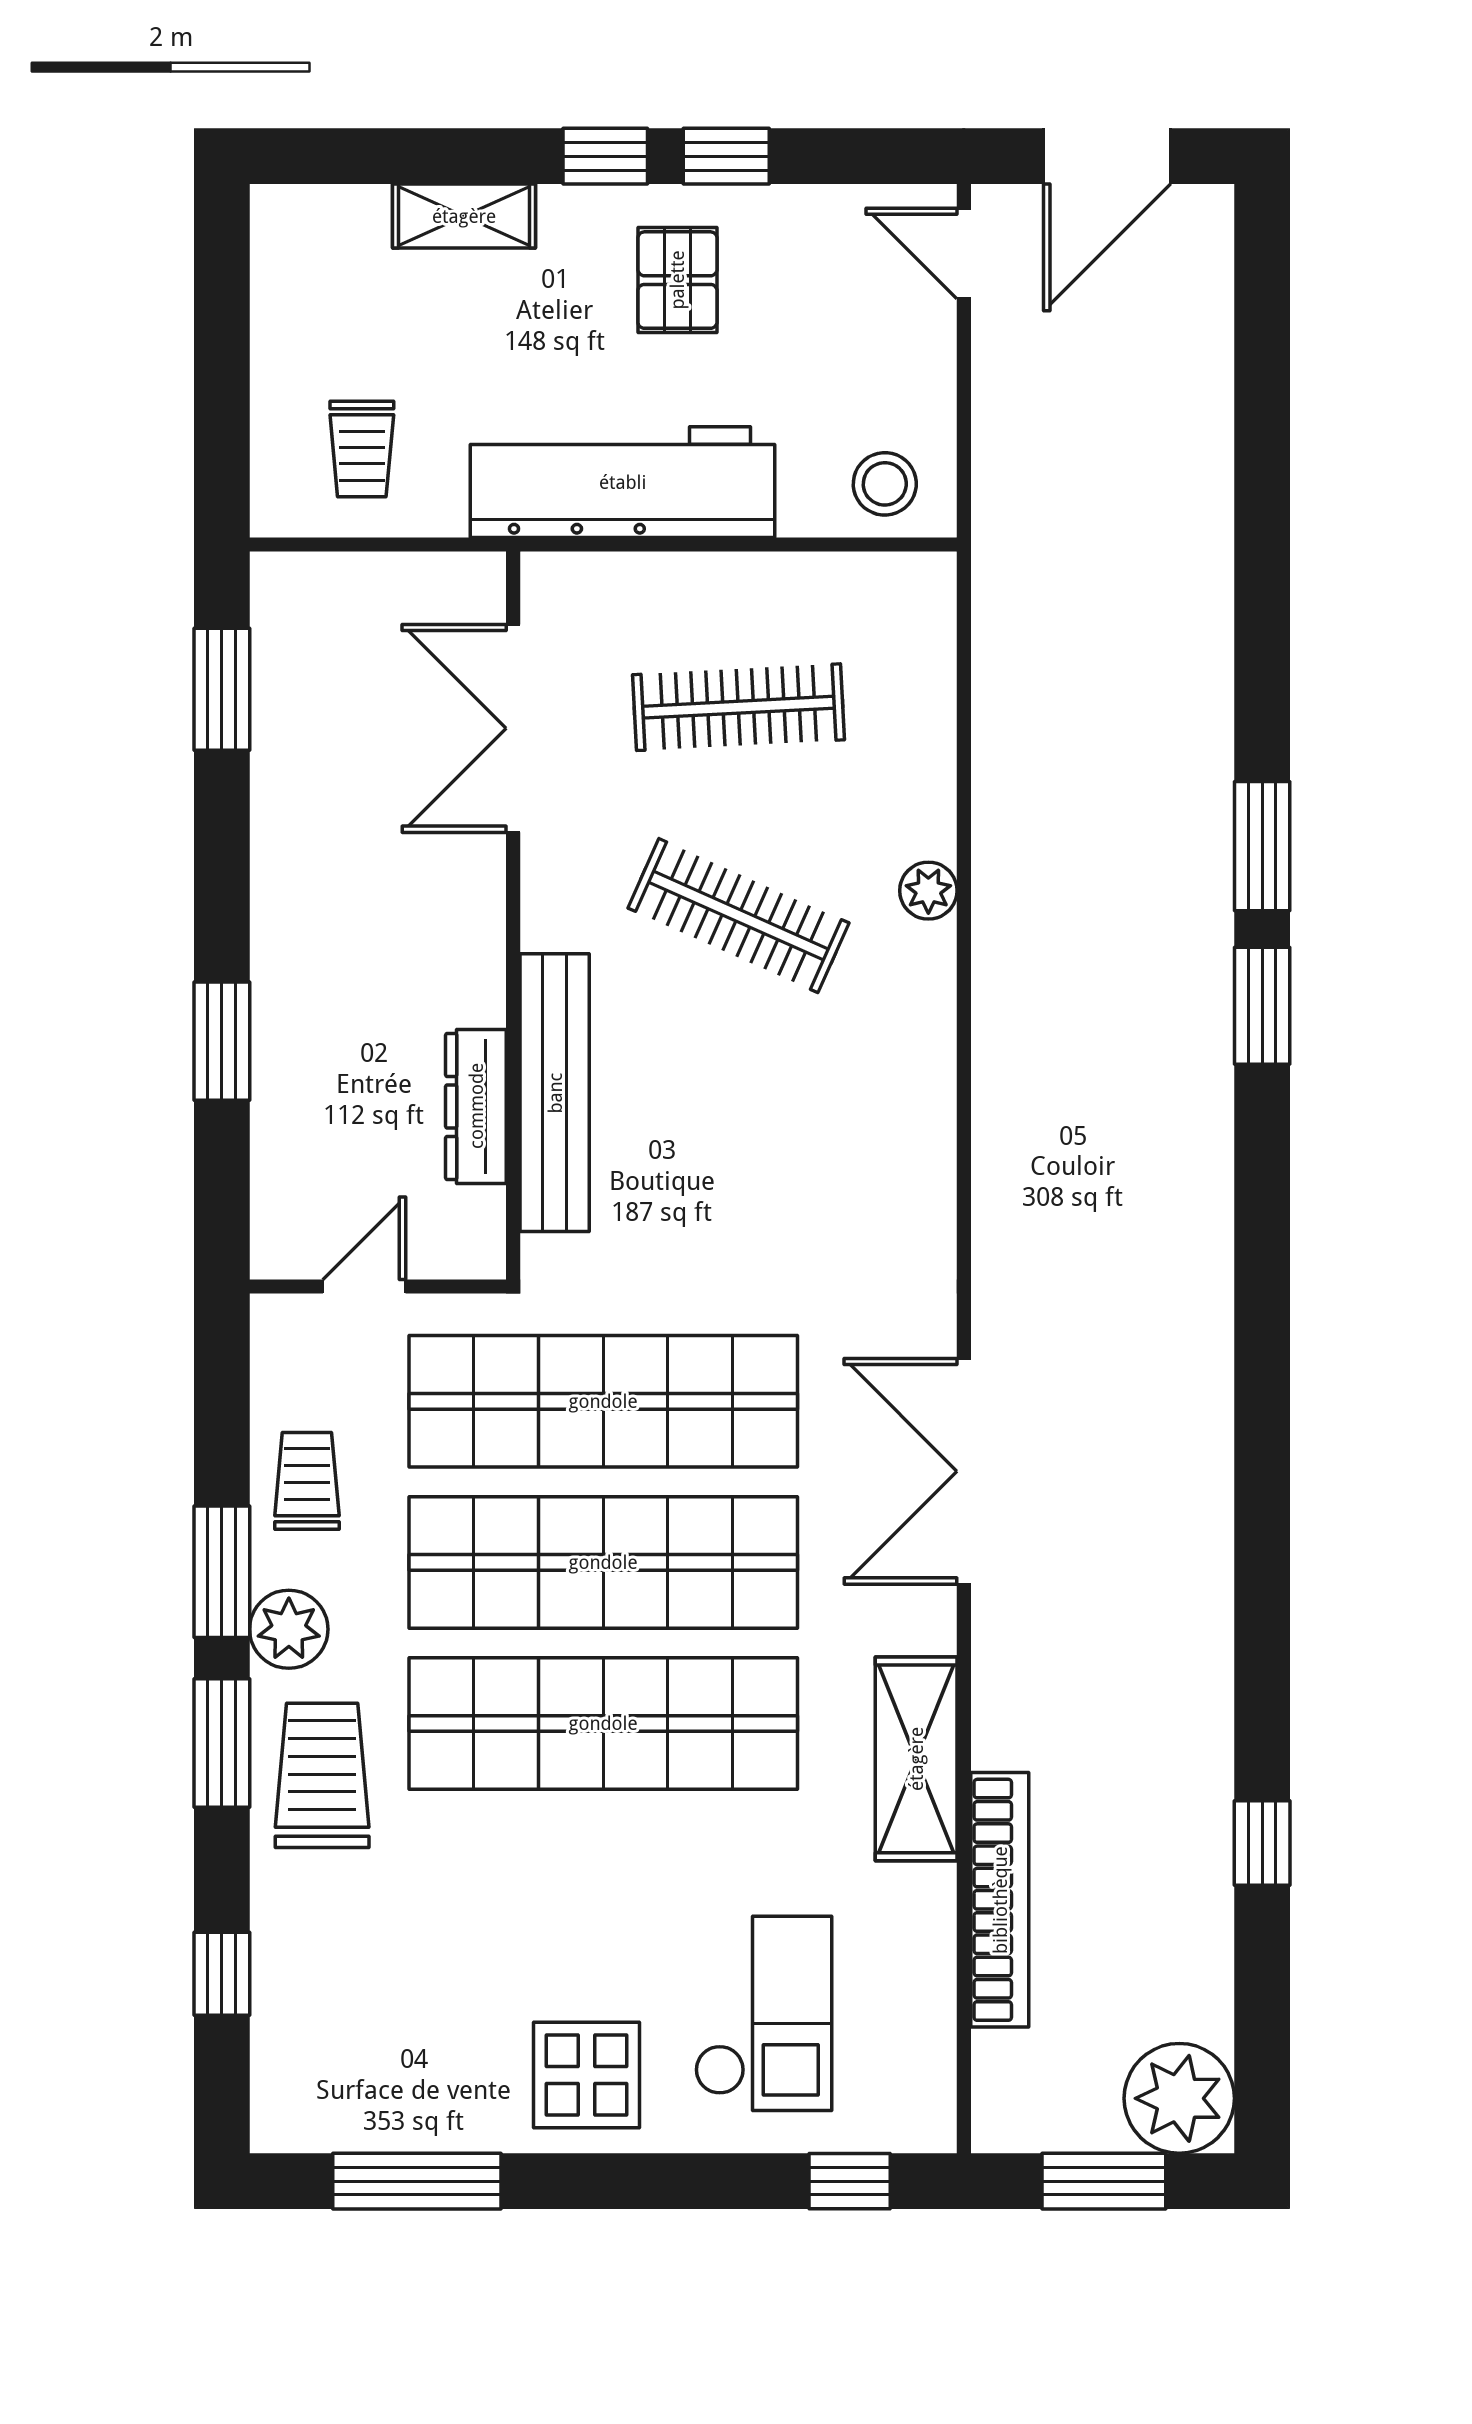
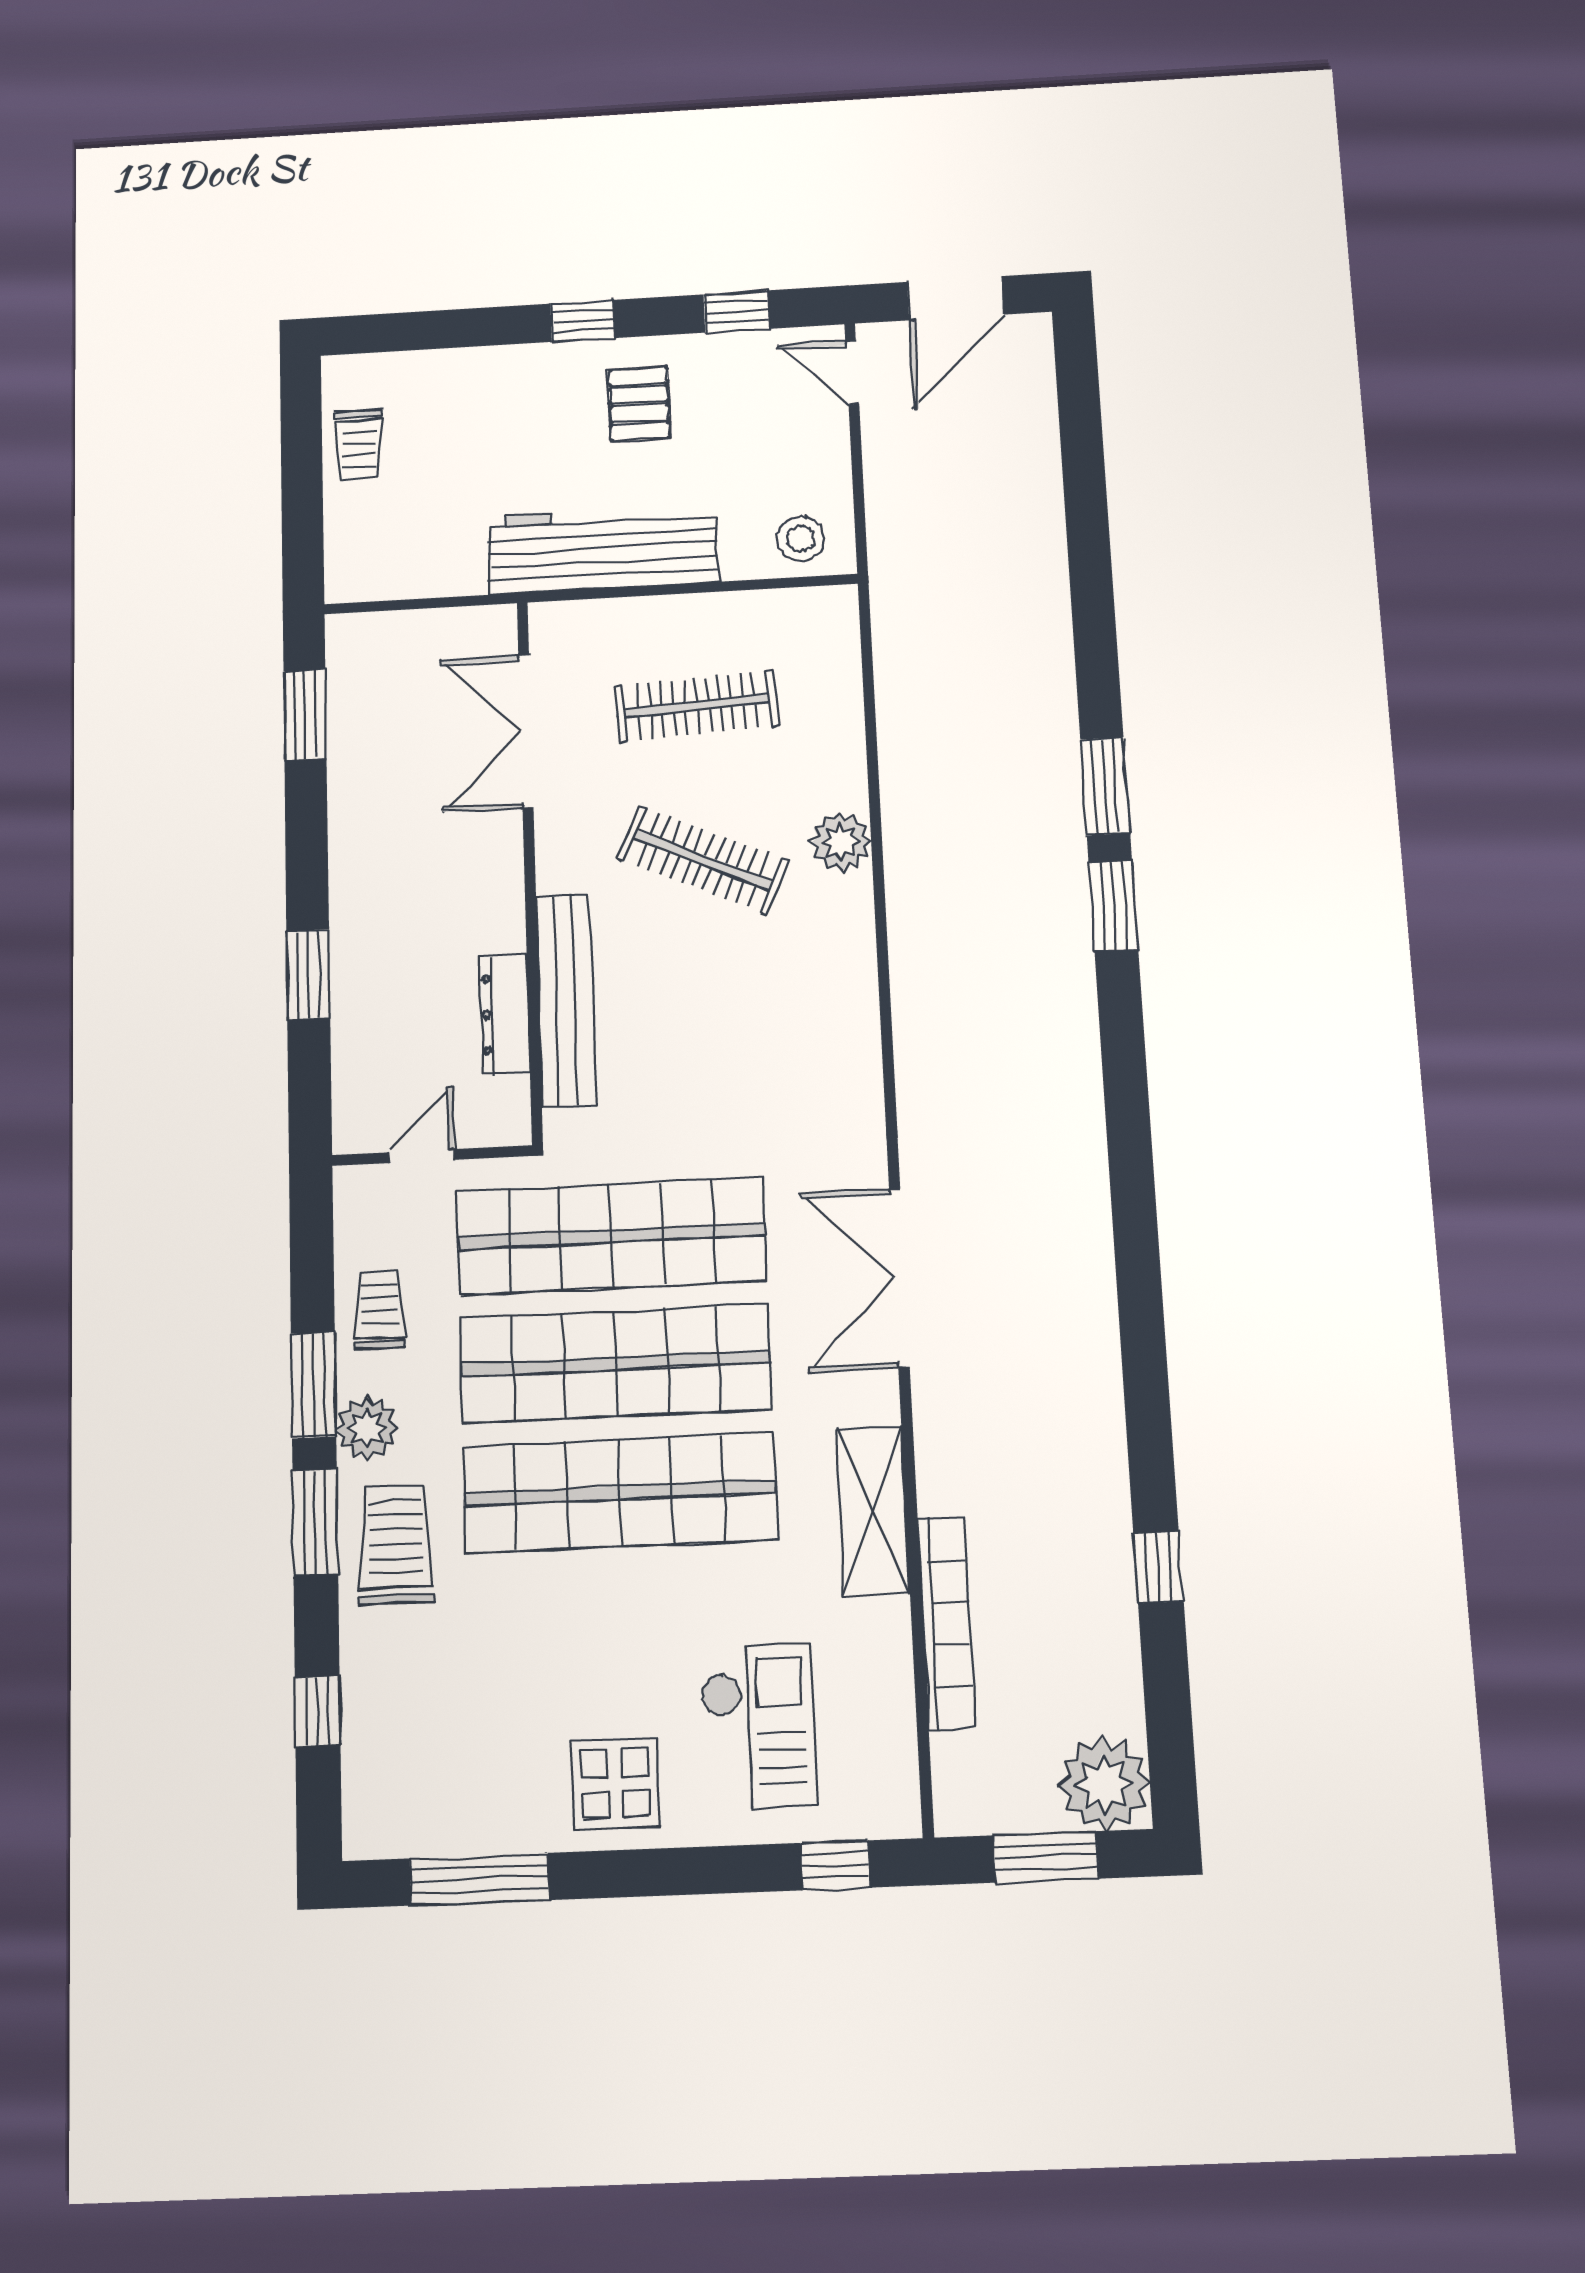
window: (726, 156) -> (736, 312), moved
shelving: (464, 216) -> (479, 369), removed
trolley: (362, 449) -> (359, 444), moved
plant: (928, 891) -> (841, 842), width x1.38, depth x1.38

